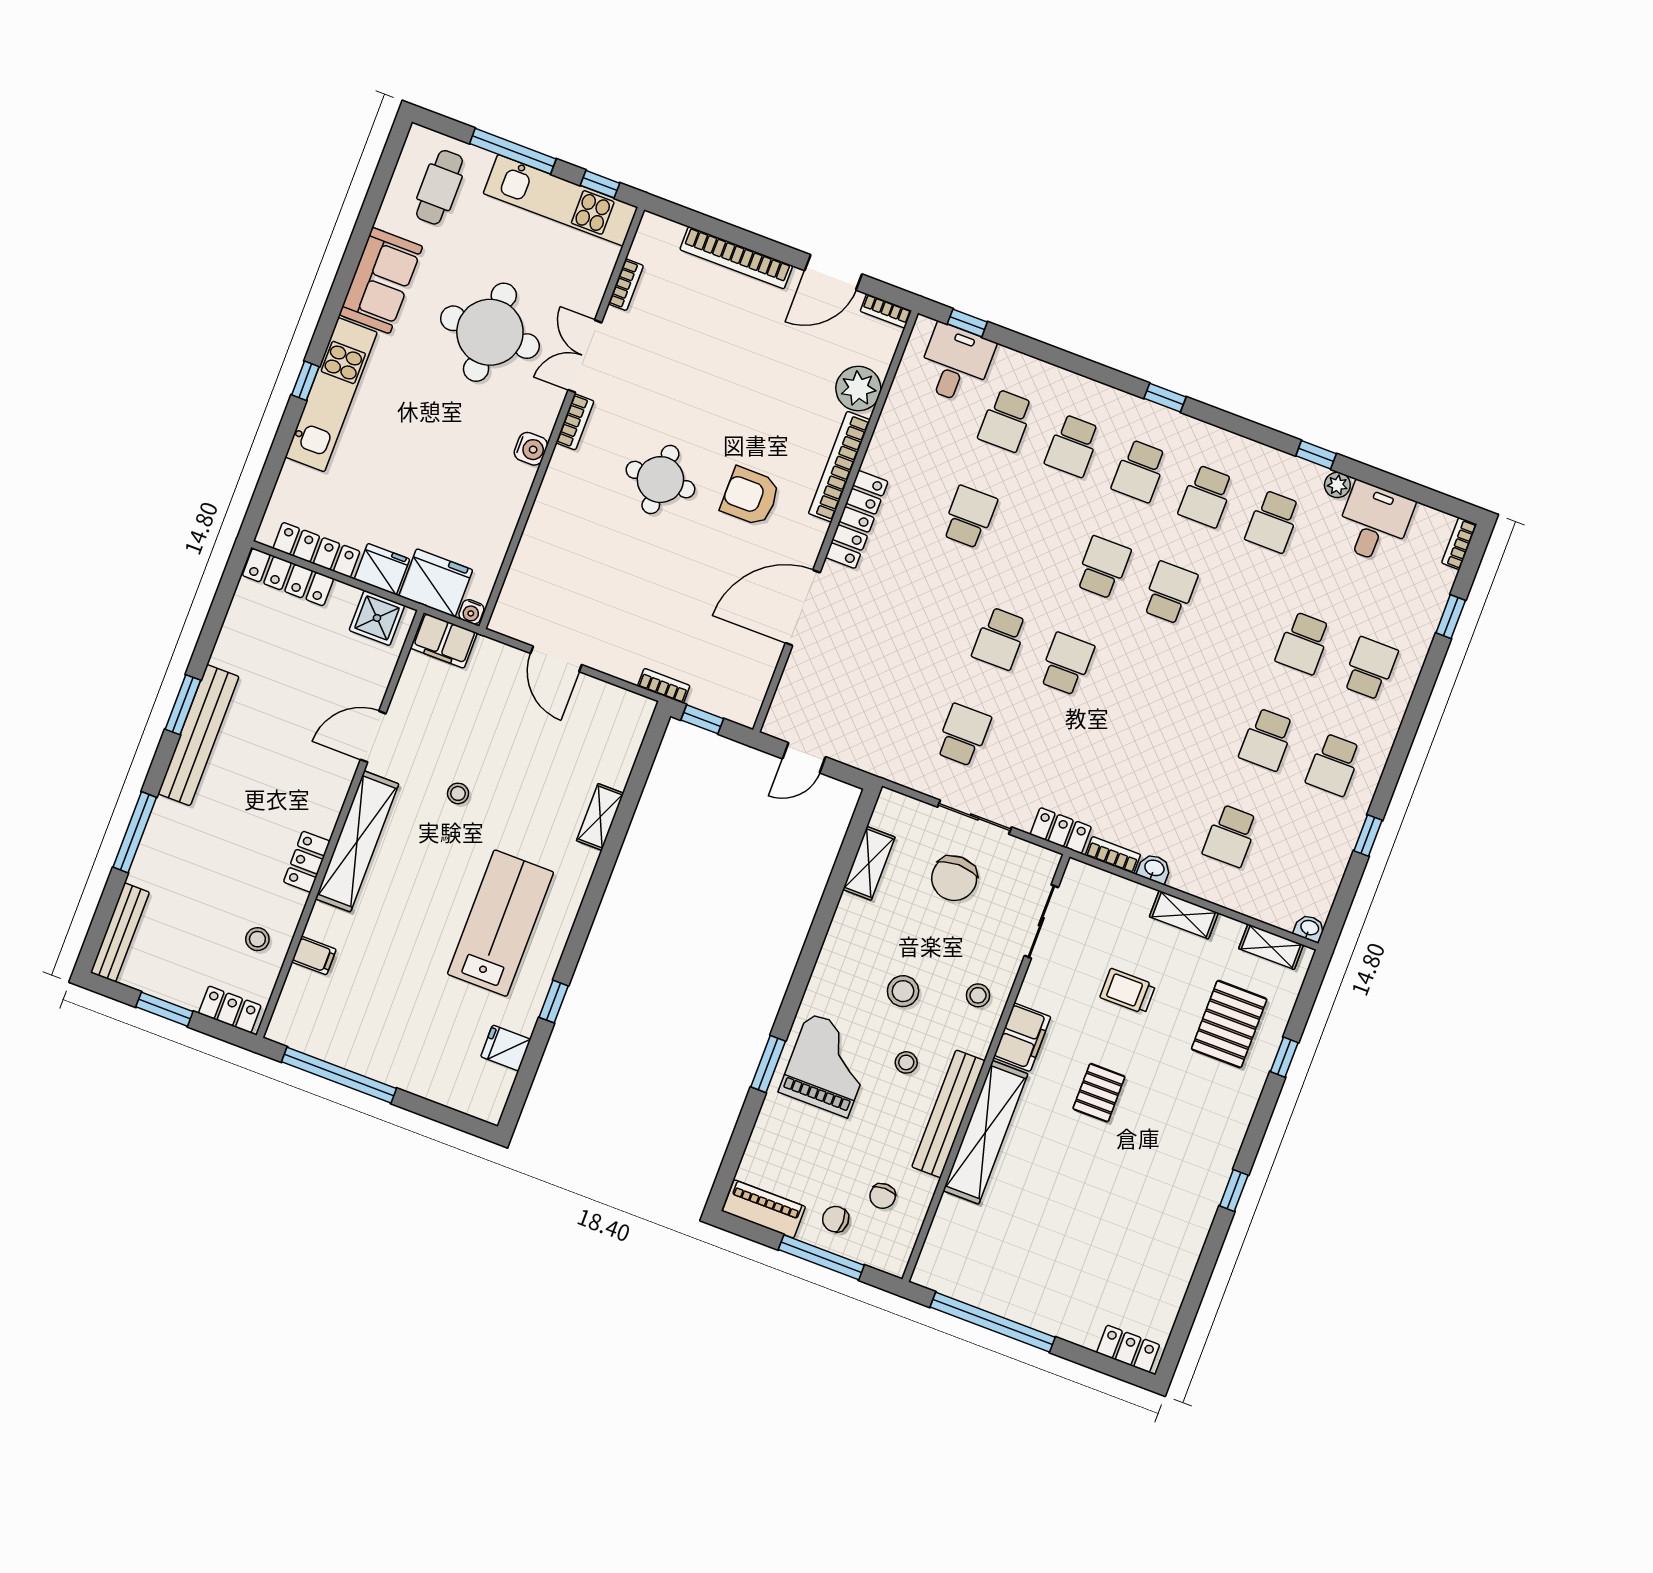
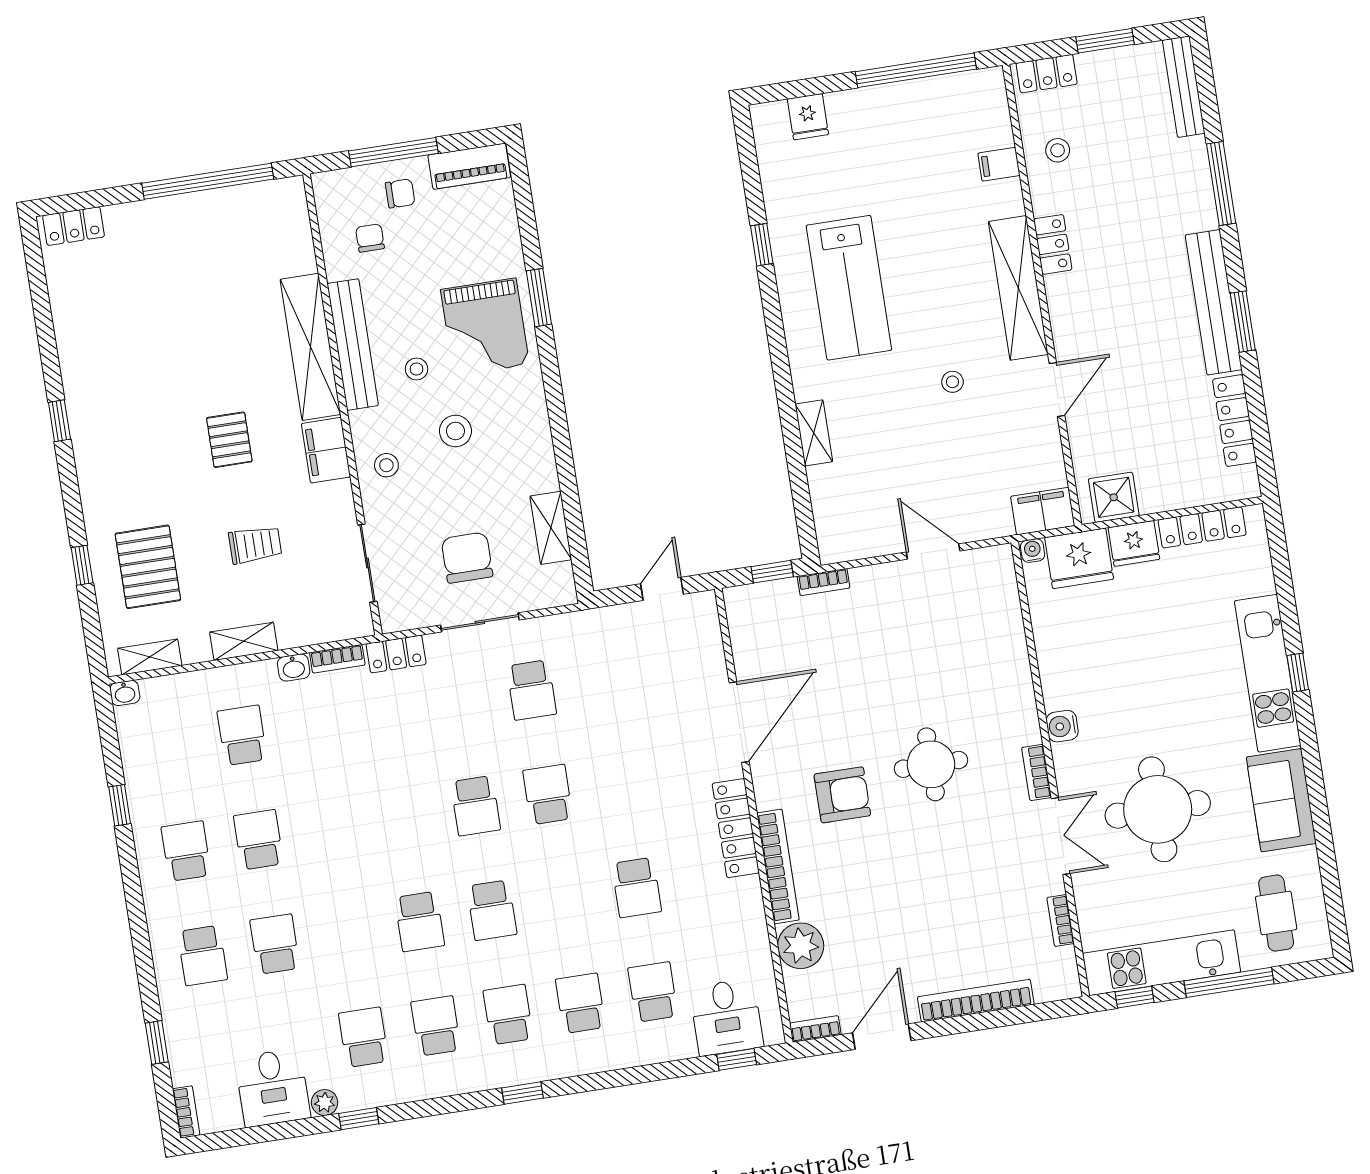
locker: (288, 577) -> (1234, 421), moved, turned -90
fridge: (506, 1048) -> (808, 117), moved, turned 90

